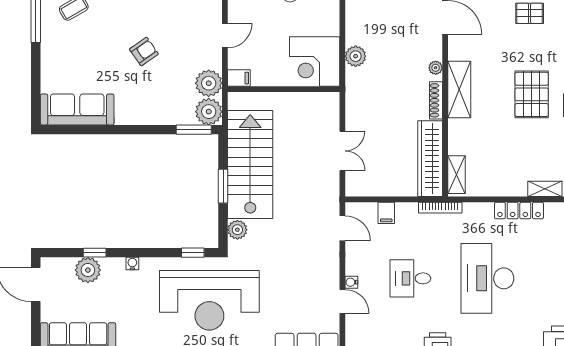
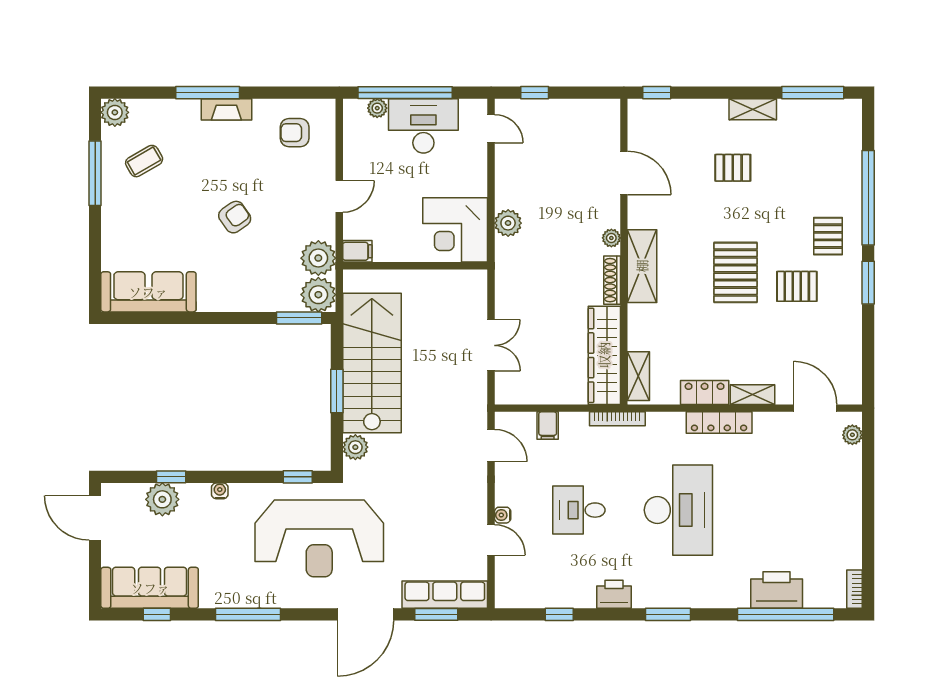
locker: (508, 187) -> (705, 392), added
desk: (487, 278) -> (678, 510), turned 180

